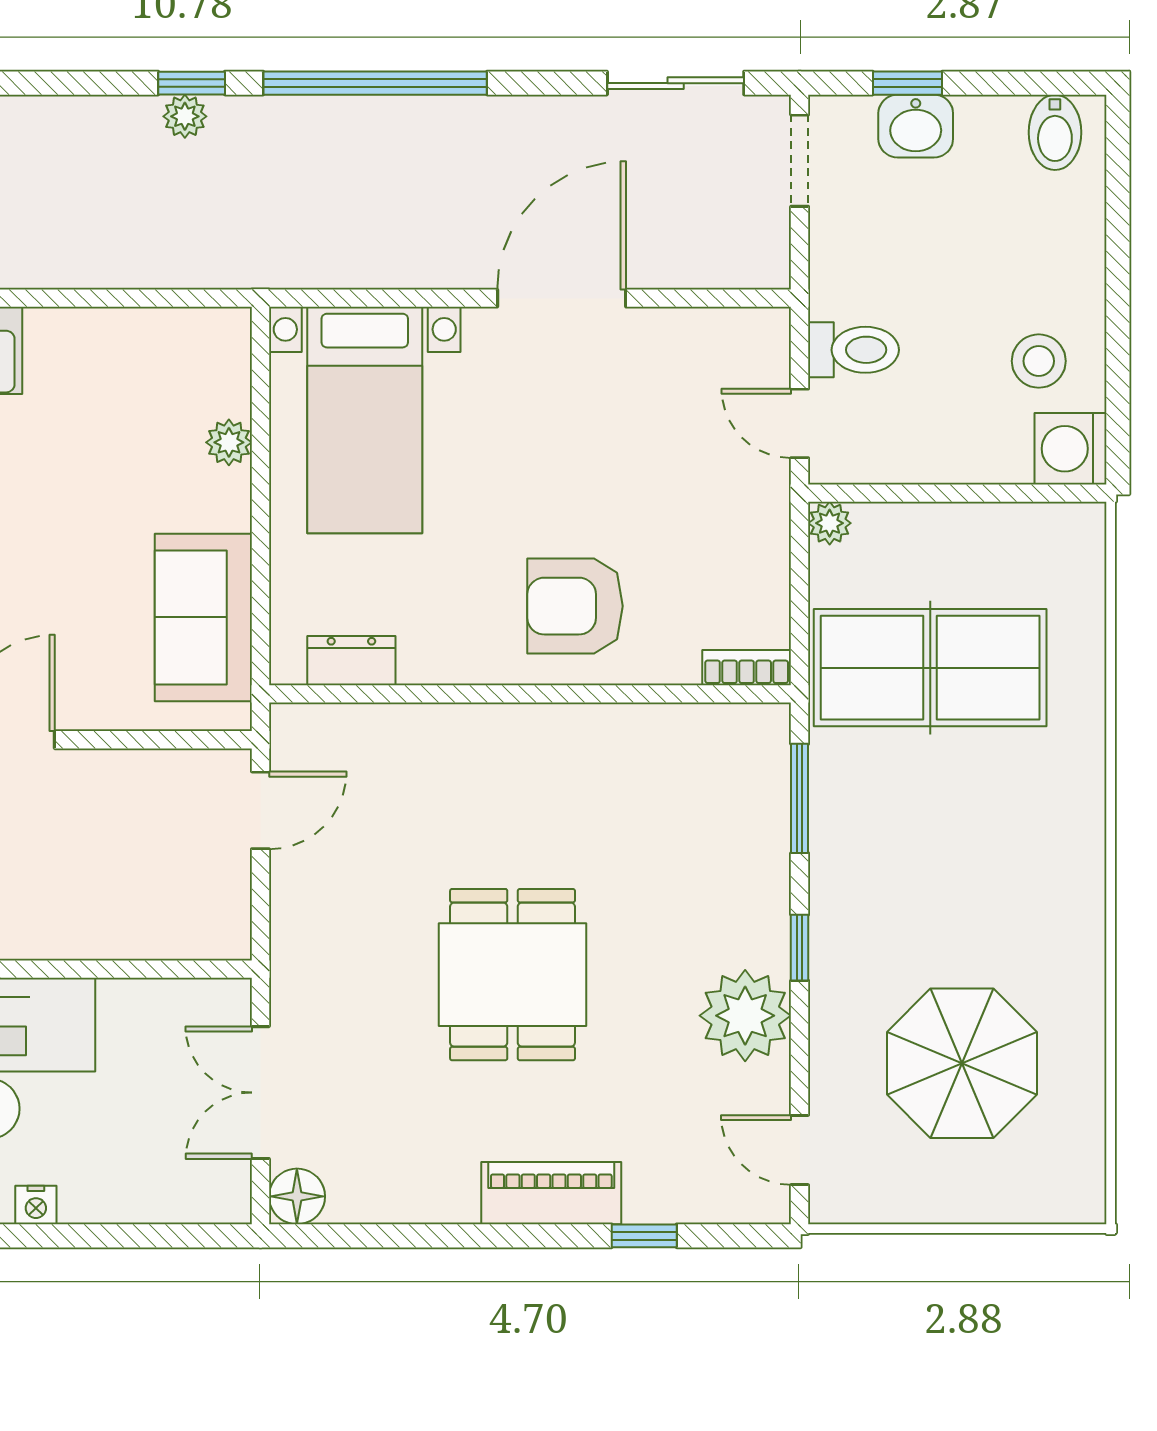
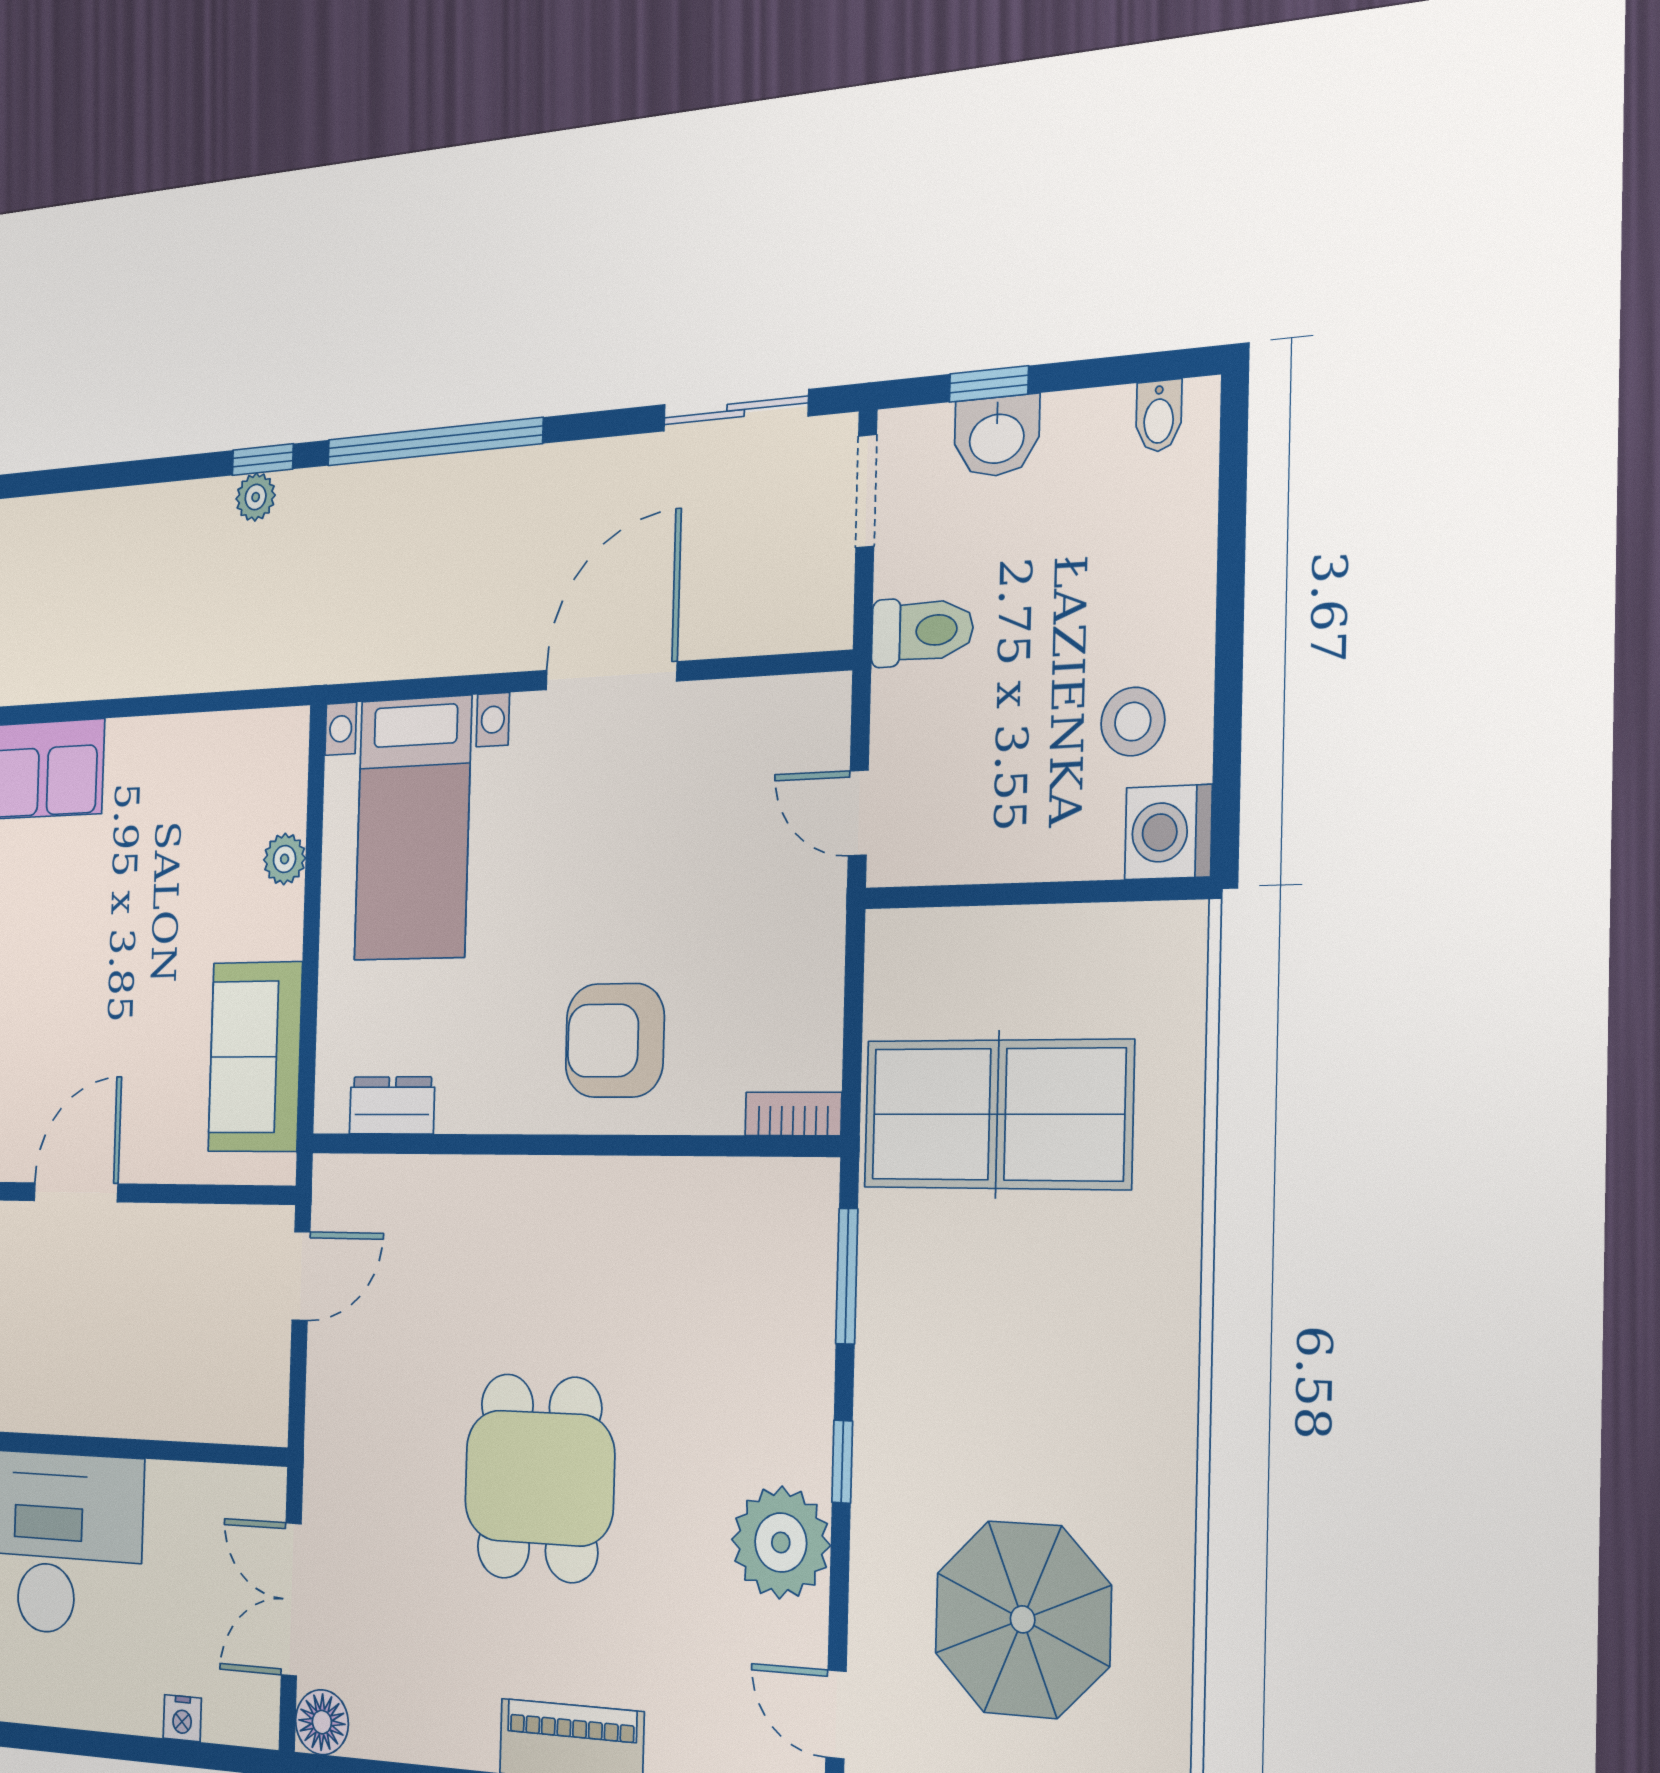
bidet: (1055, 132) -> (1159, 416), width x0.72, depth x0.74
toilet: (854, 350) -> (922, 631), moved
plant: (830, 523) -> (888, 935), removed
nightstand: (36, 1205) -> (182, 1718), moved

